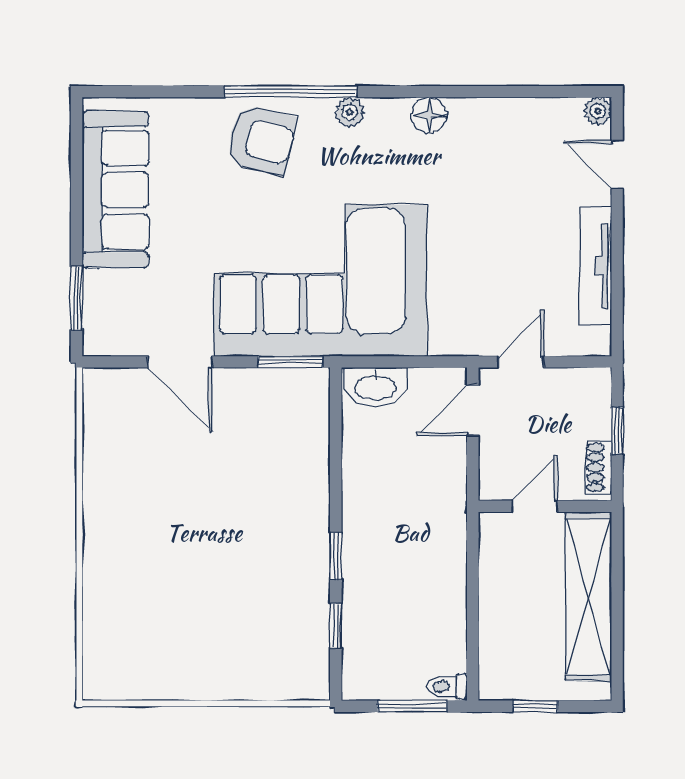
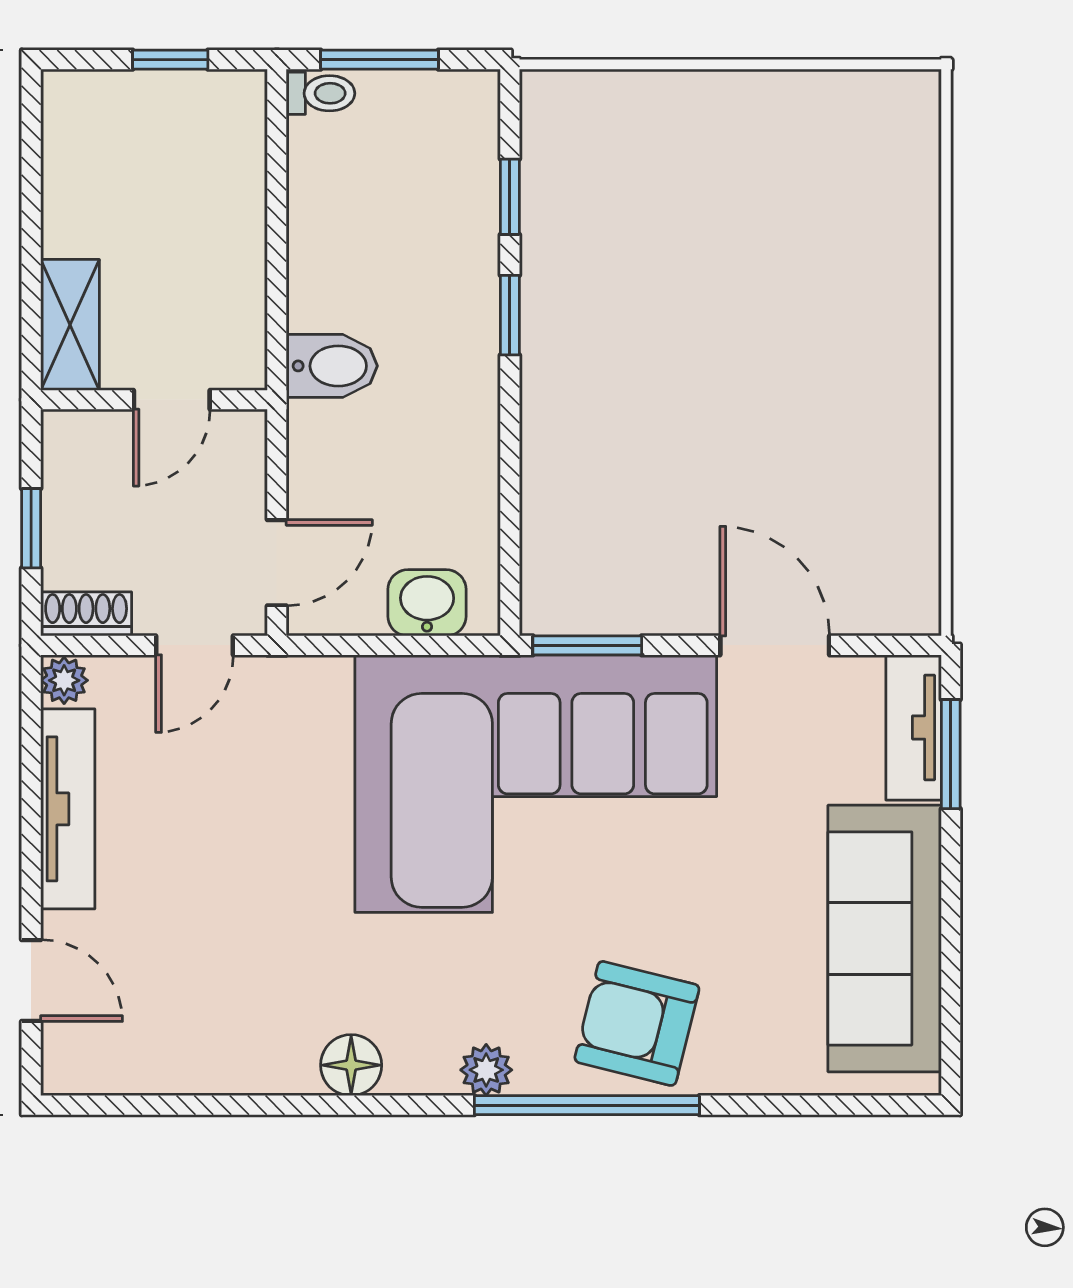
plant: (598, 111) -> (64, 680), moved
tv unit: (98, 314) -> (914, 727), added
washbasin: (376, 387) -> (427, 603), width x0.72
shoe rack: (599, 467) -> (86, 614), moved, turned -90
bidet: (440, 526) -> (332, 366), added
shelving: (588, 596) -> (70, 325), width x0.45, depth x0.75

